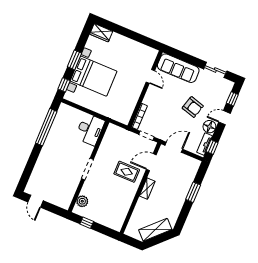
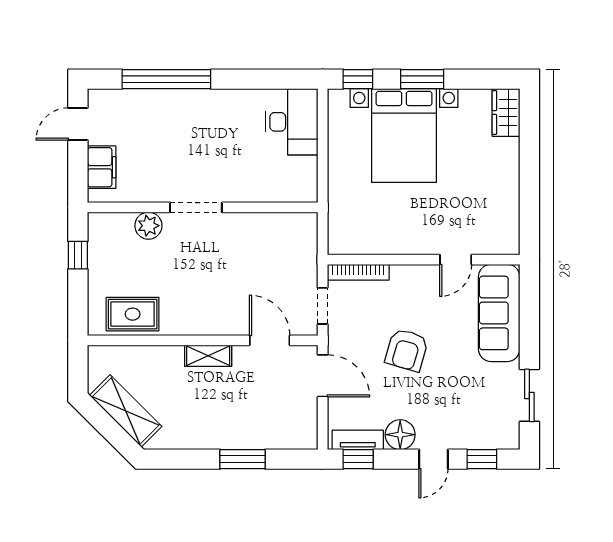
armchair: (193, 107) -> (407, 350), moved
door: (224, 118) -> (433, 459), swing flipped
window: (46, 127) -> (166, 79), moved
desk: (90, 129) -> (292, 122), moved, turned -90
rug: (127, 172) -> (133, 314), moved, turned 90
filing cabinet: (56, 199) -> (102, 167), added
plant: (82, 201) -> (148, 226), moved

